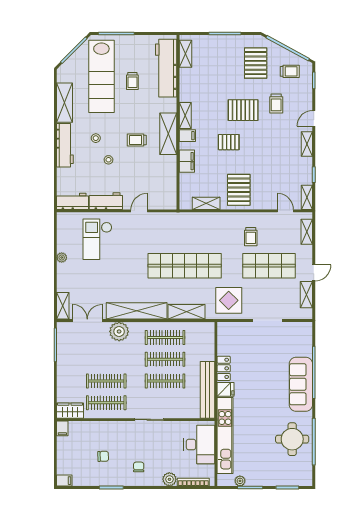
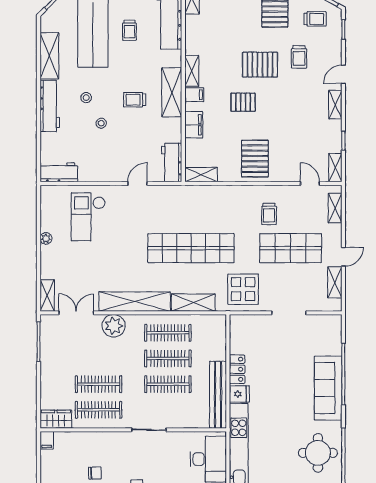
workbench: (106, 201) -> (172, 163), moved, turned -90
shelving: (206, 203) -> (201, 175), moved

